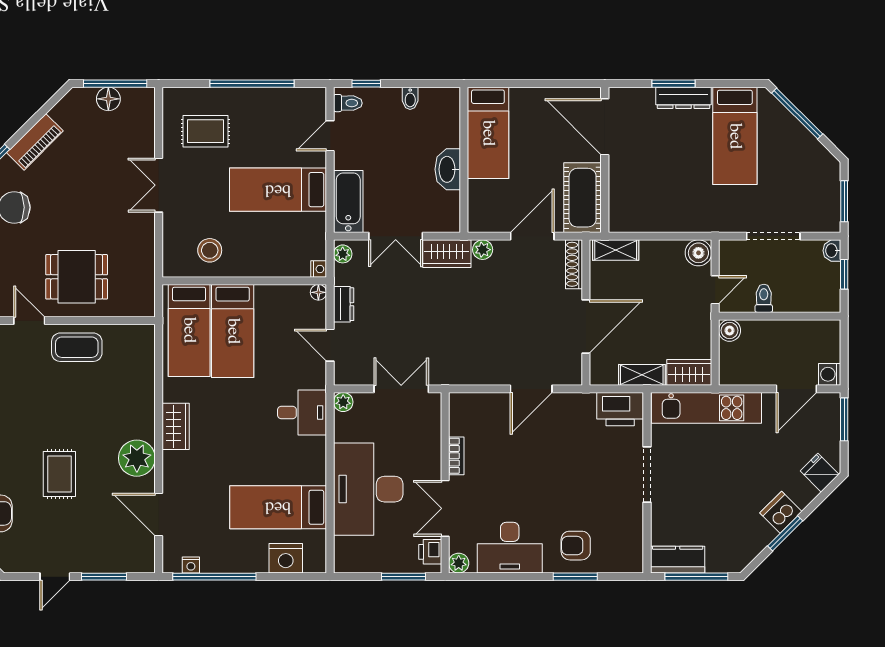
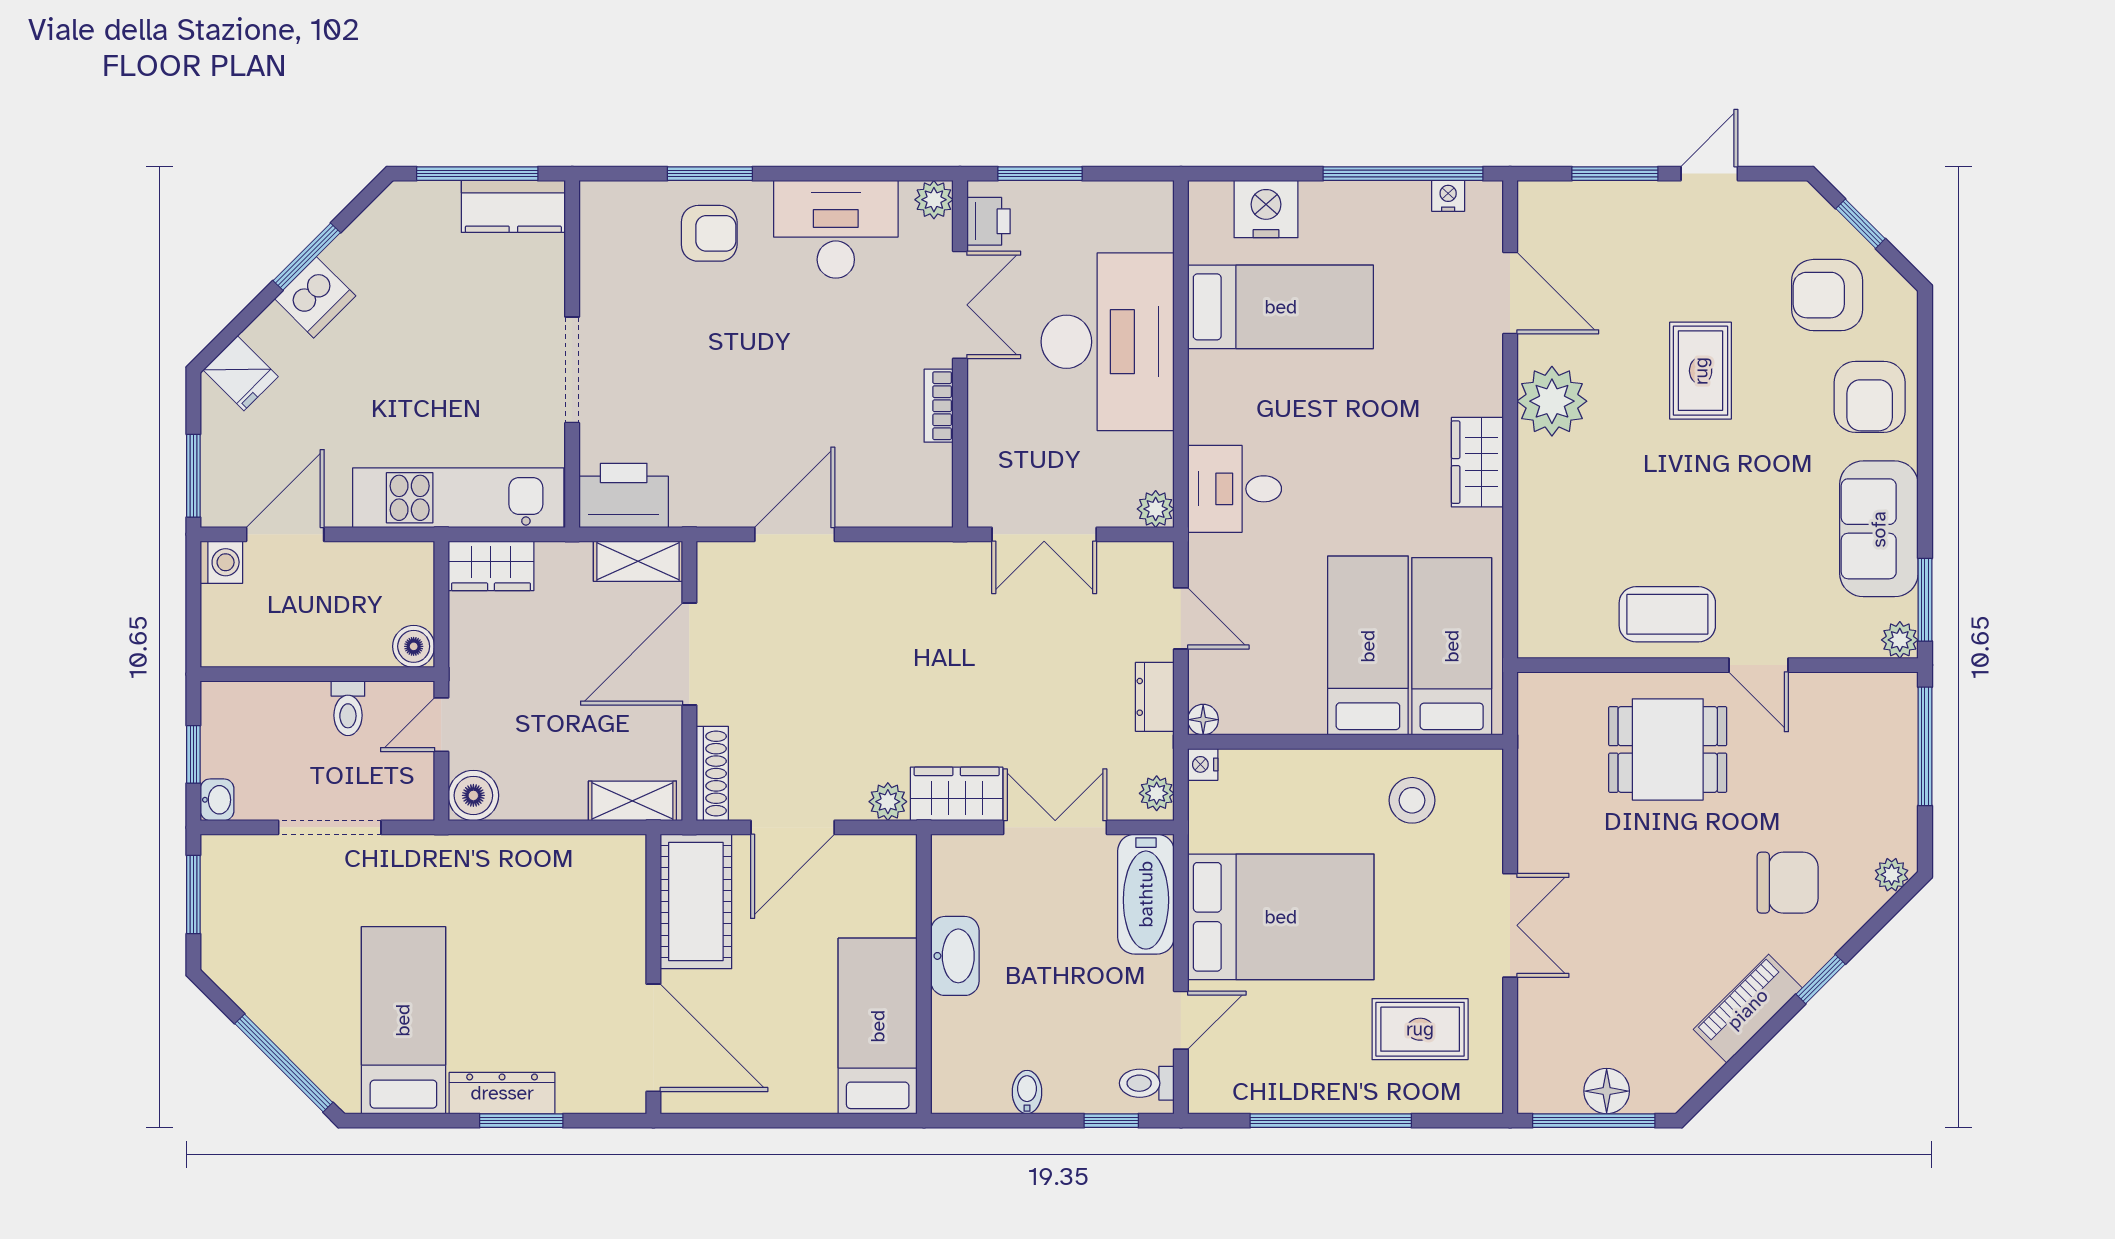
bed: (278, 190) -> (1281, 917), width x1.50
shelving: (642, 375) -> (638, 561), moved

